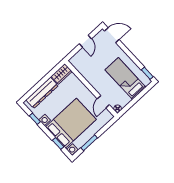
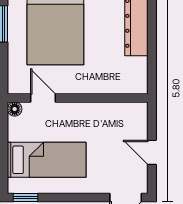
wardrobe: (62, 74) -> (137, 76), removed

